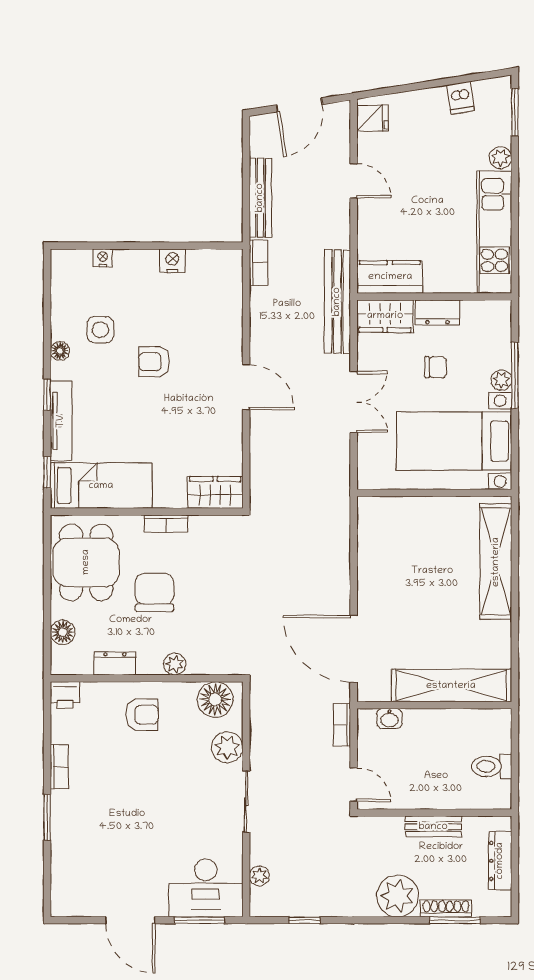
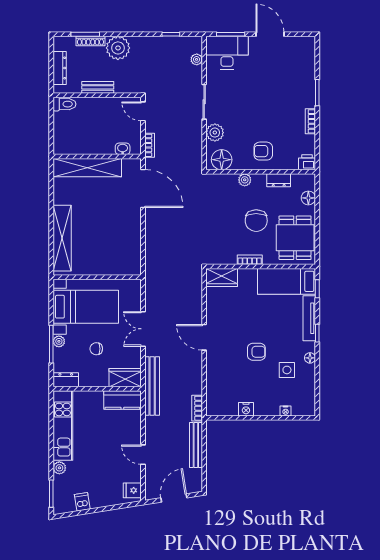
dresser: (437, 312) -> (66, 380), moved
toilet: (492, 766) -> (64, 104), moved

